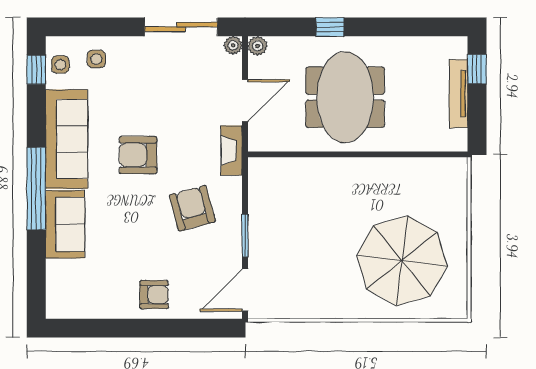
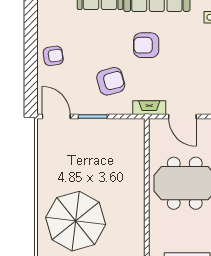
armchair: (138, 155) -> (146, 45), turned -90
armchair: (154, 295) -> (53, 56), turned -98

